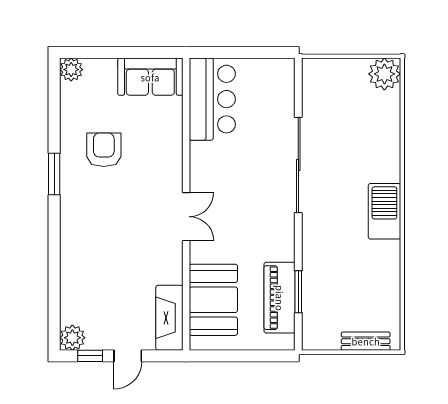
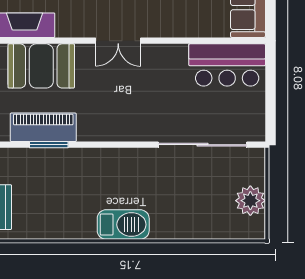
plant: (384, 74) -> (250, 201), moved
sliding door: (298, 165) -> (202, 145), moved

